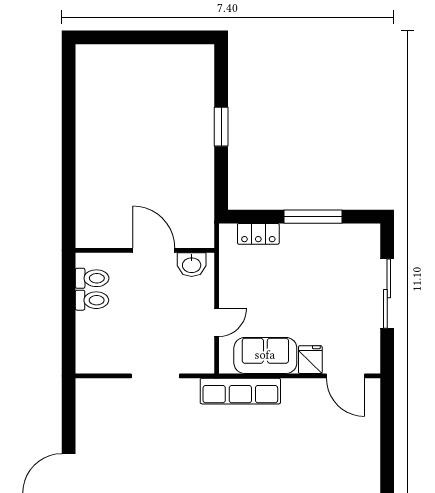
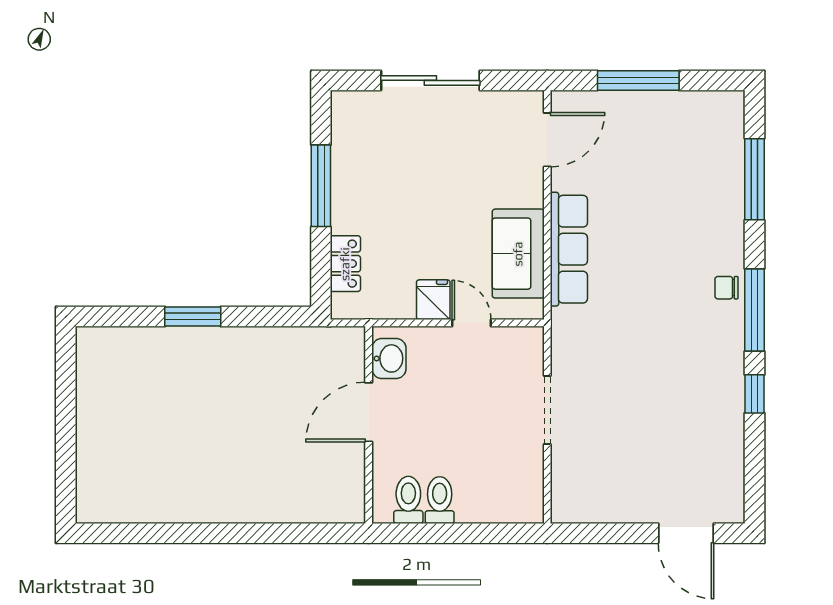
fridge: (310, 360) -> (433, 300), moved, turned 90
row of seats: (240, 391) -> (569, 249), moved
window: (387, 440) -> (638, 80), added

